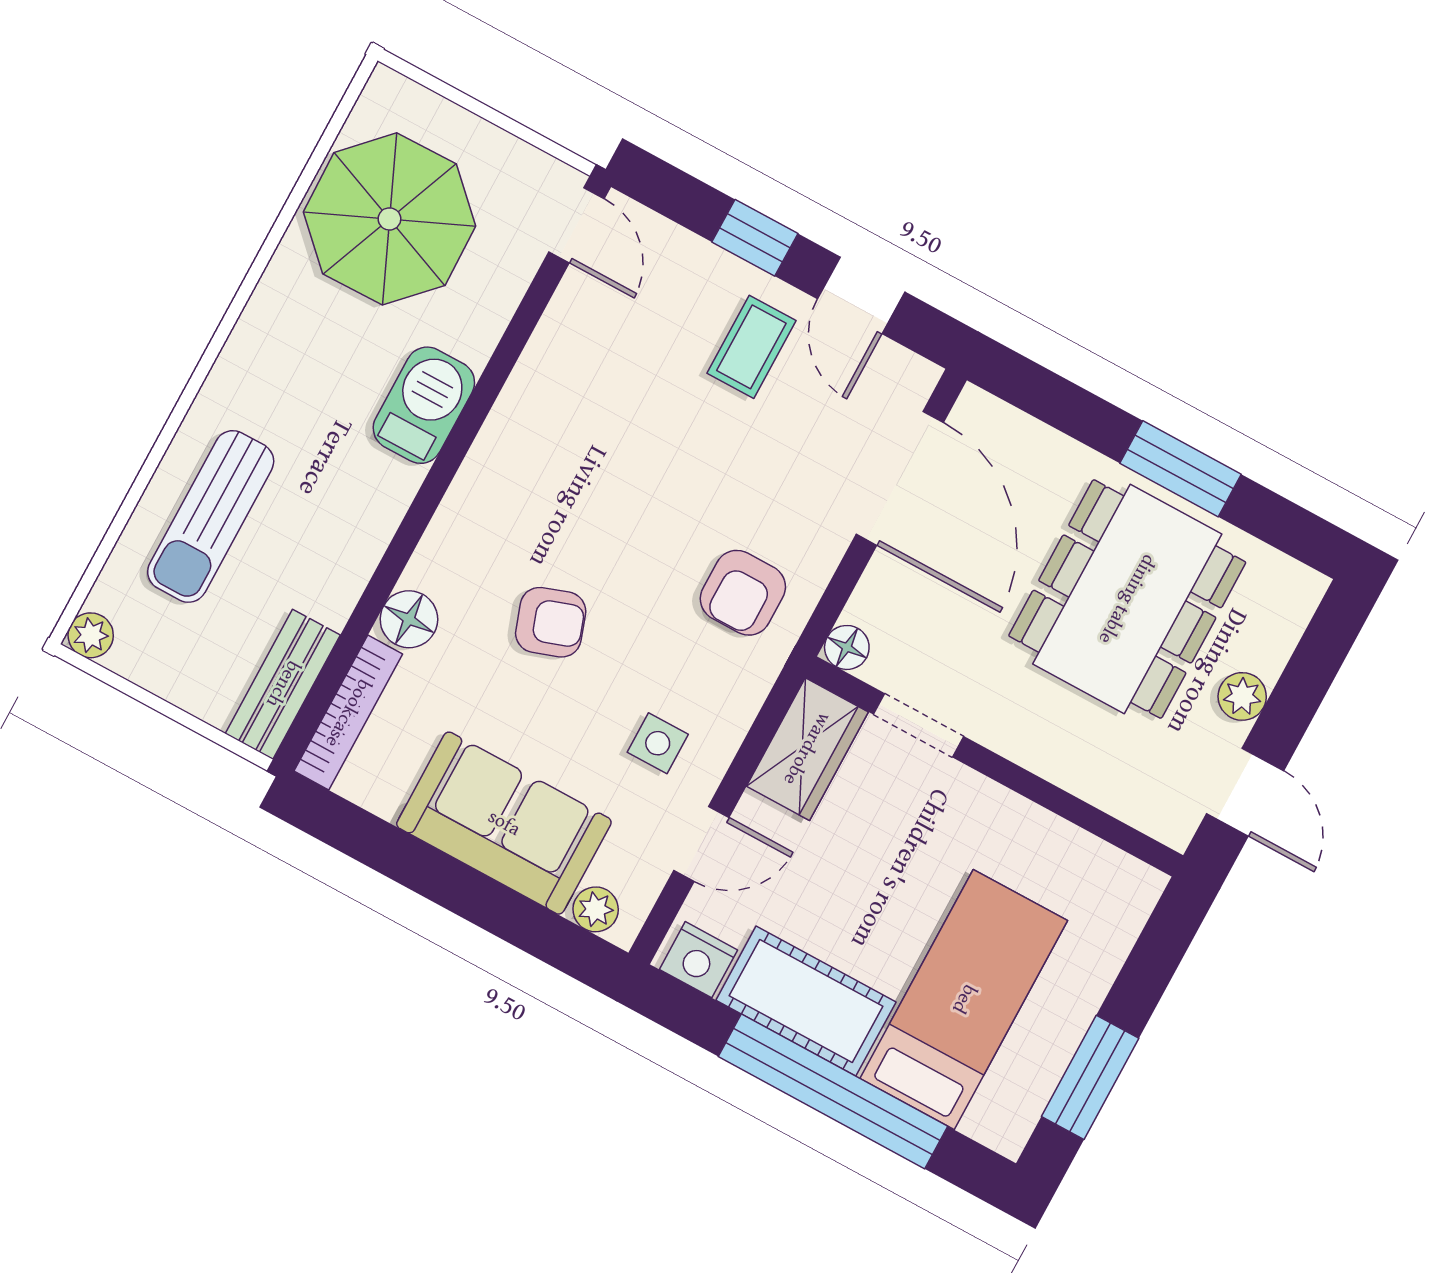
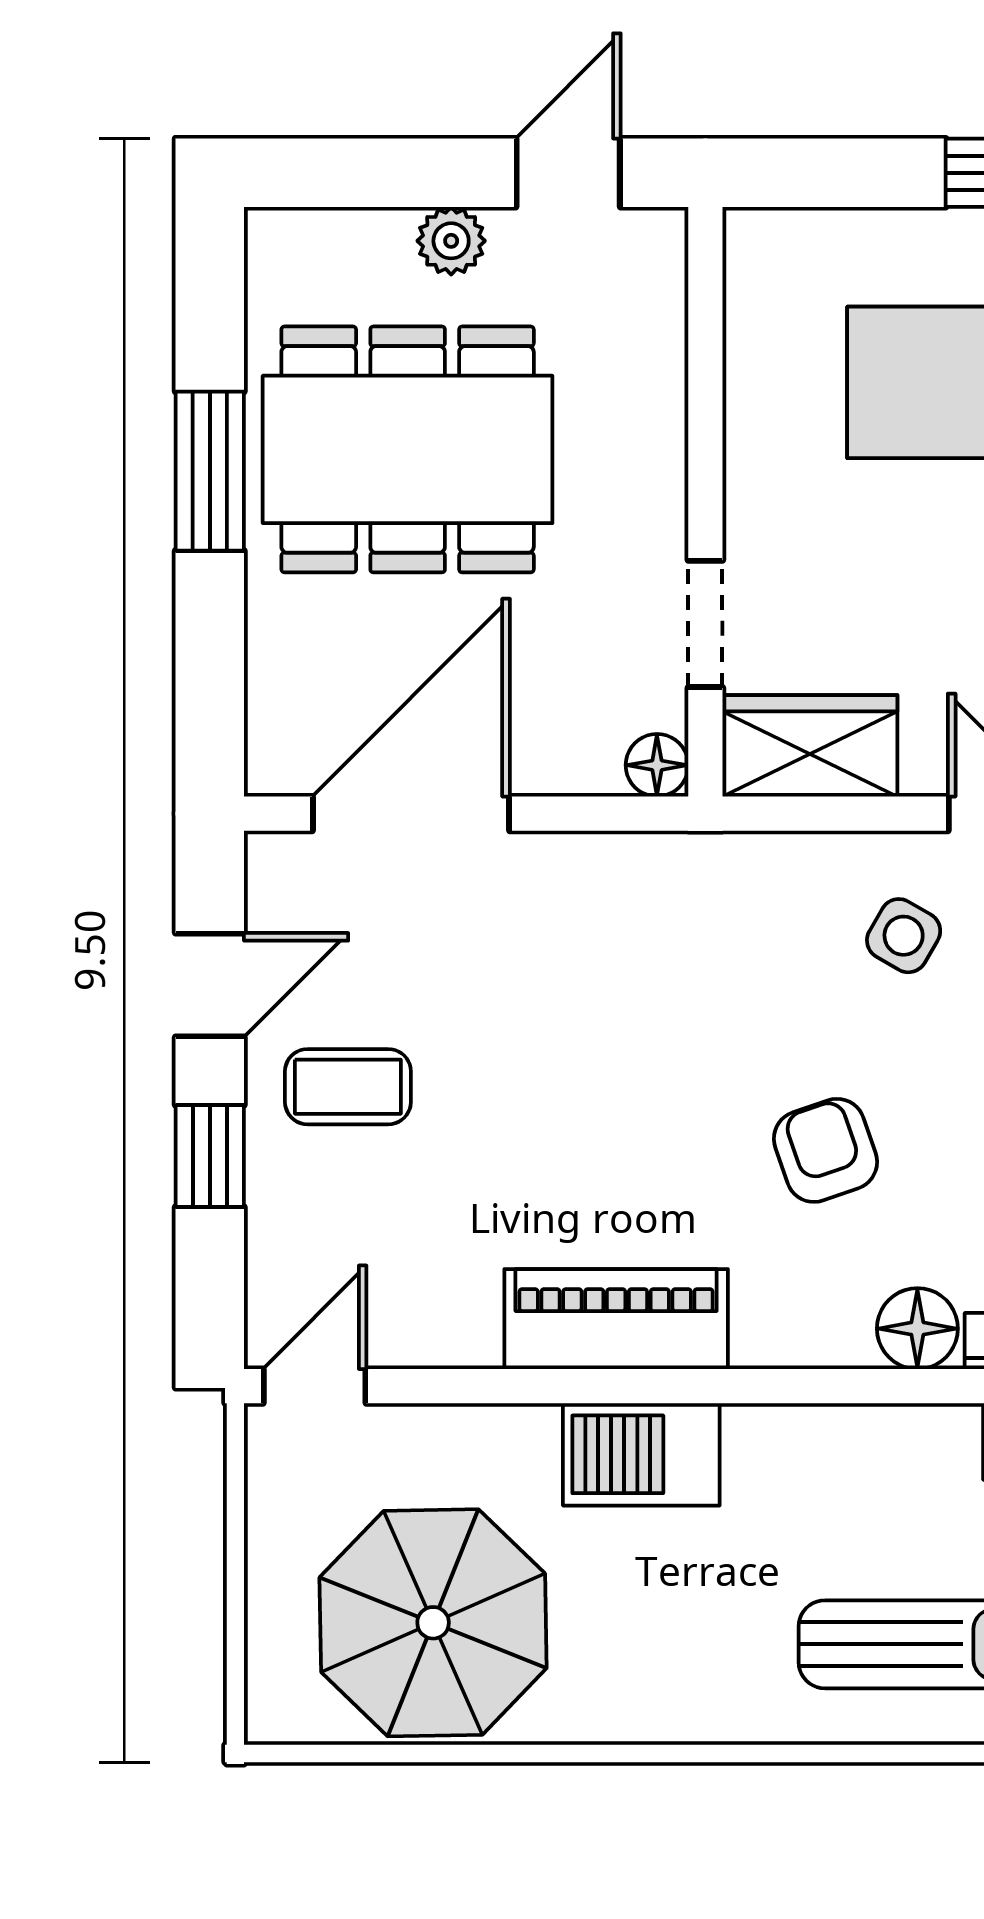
piano: (517, 435) -> (616, 1319), added
armchair: (743, 593) -> (659, 931), removed
side table: (658, 743) -> (904, 936), turned 30

